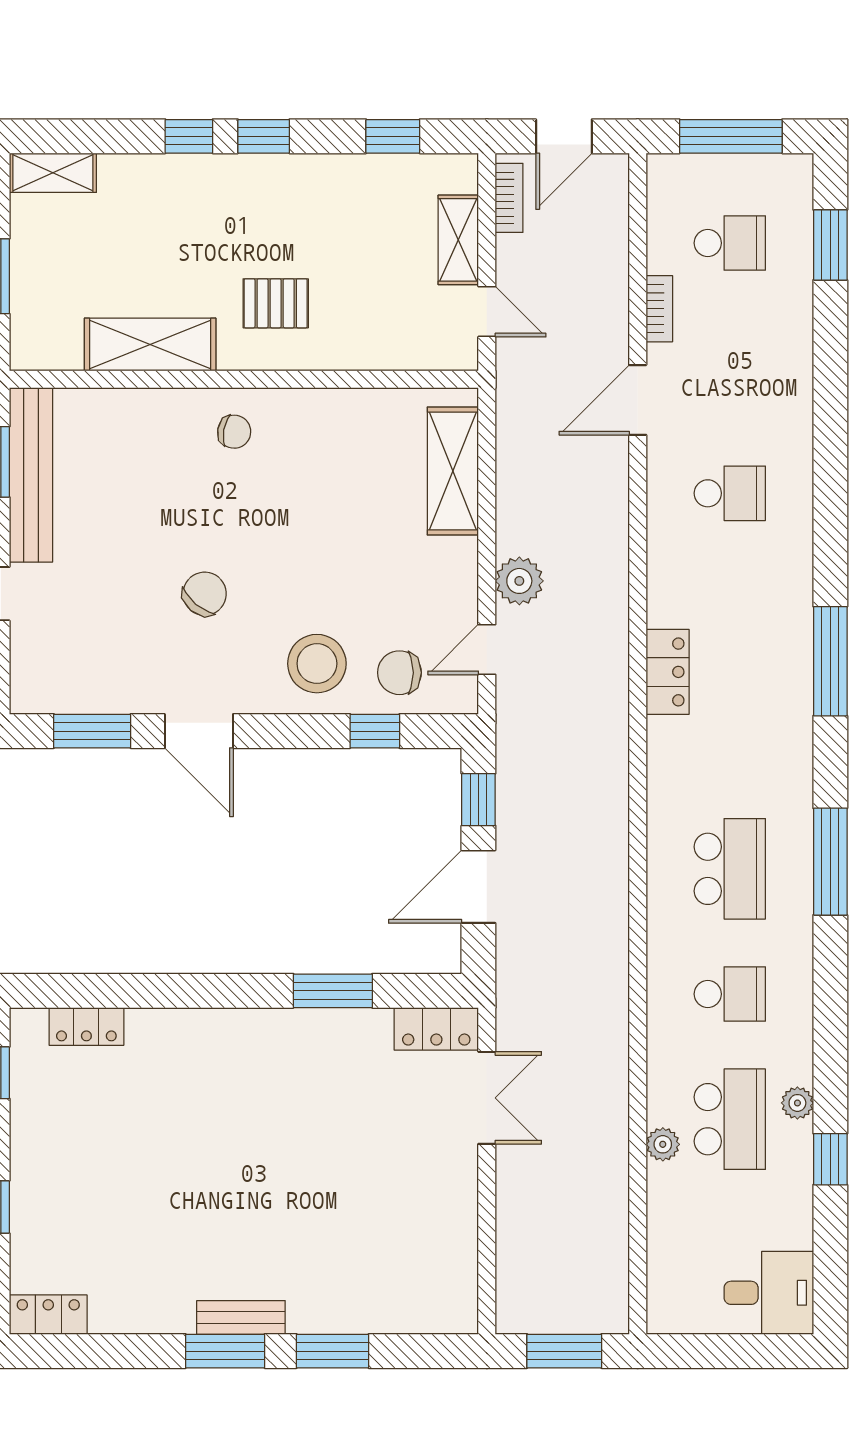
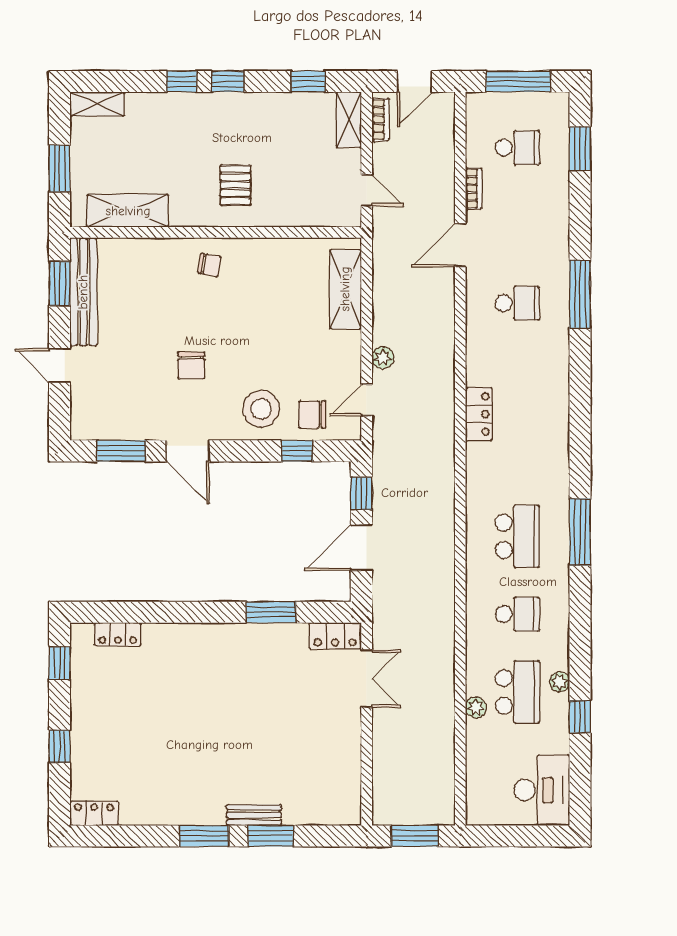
shelving: (458, 240) -> (349, 120), moved
pallet: (276, 303) -> (235, 185), turned 90
shelving: (150, 345) -> (128, 211), moved
plant: (519, 581) -> (383, 358), width x0.73, depth x0.73
chair: (205, 594) -> (191, 366), turned 140
window: (830, 661) -> (580, 294), moved
desk: (769, 1293) -> (542, 790), width x1.37
bench: (241, 1317) -> (254, 815), moved

